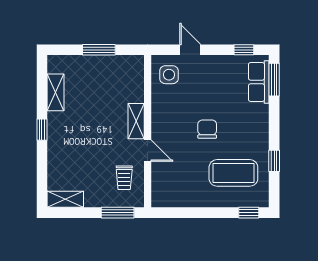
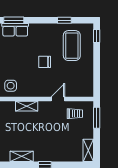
shelving: (136, 121) -> (27, 106), moved

